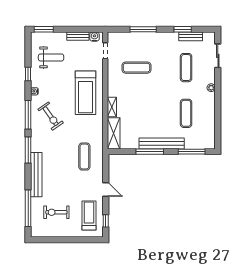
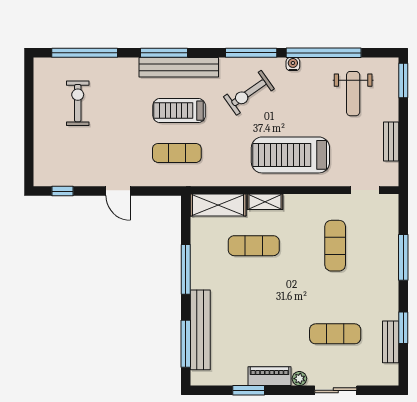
water cooler: (94, 37) -> (390, 171), removed
sliding door: (218, 56) -> (336, 390), moved
window: (28, 74) -> (324, 53), width x3.17
piano: (210, 104) -> (269, 376), added
exercise mat: (186, 113) -> (254, 246), moved
window: (218, 116) -> (249, 390), added
bench: (162, 143) -> (200, 330), moved
window: (28, 150) -> (164, 53), moved
bench: (36, 175) -> (179, 67), moved
door: (106, 190) -> (118, 191), hinge flipped
treadmill: (89, 215) -> (179, 111), moved, turned 180

